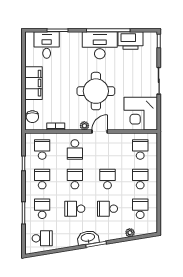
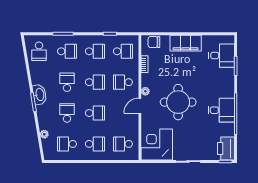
printer: (131, 40) -> (226, 148), moved
desk: (100, 45) -> (221, 110), width x0.73
door: (100, 132) -> (140, 106), swing flipped
school desk: (140, 149) -> (123, 144), turned 180
school desk: (140, 209) -> (67, 144), turned 180

